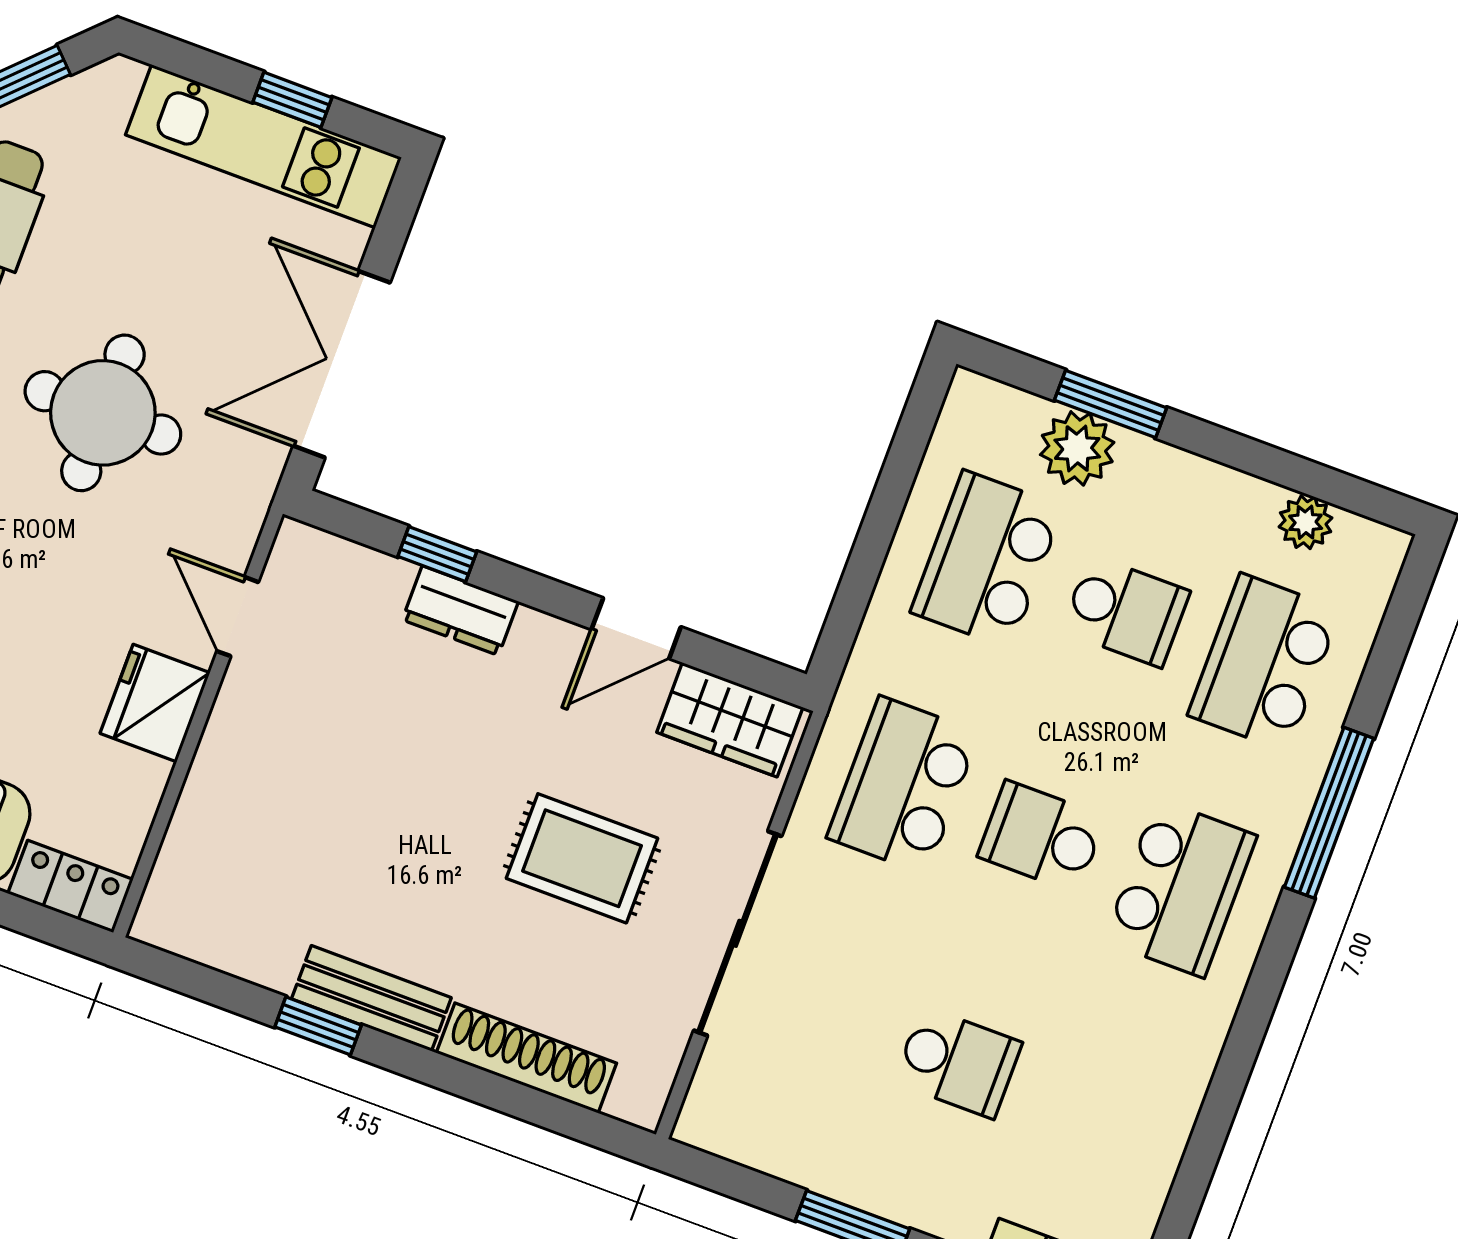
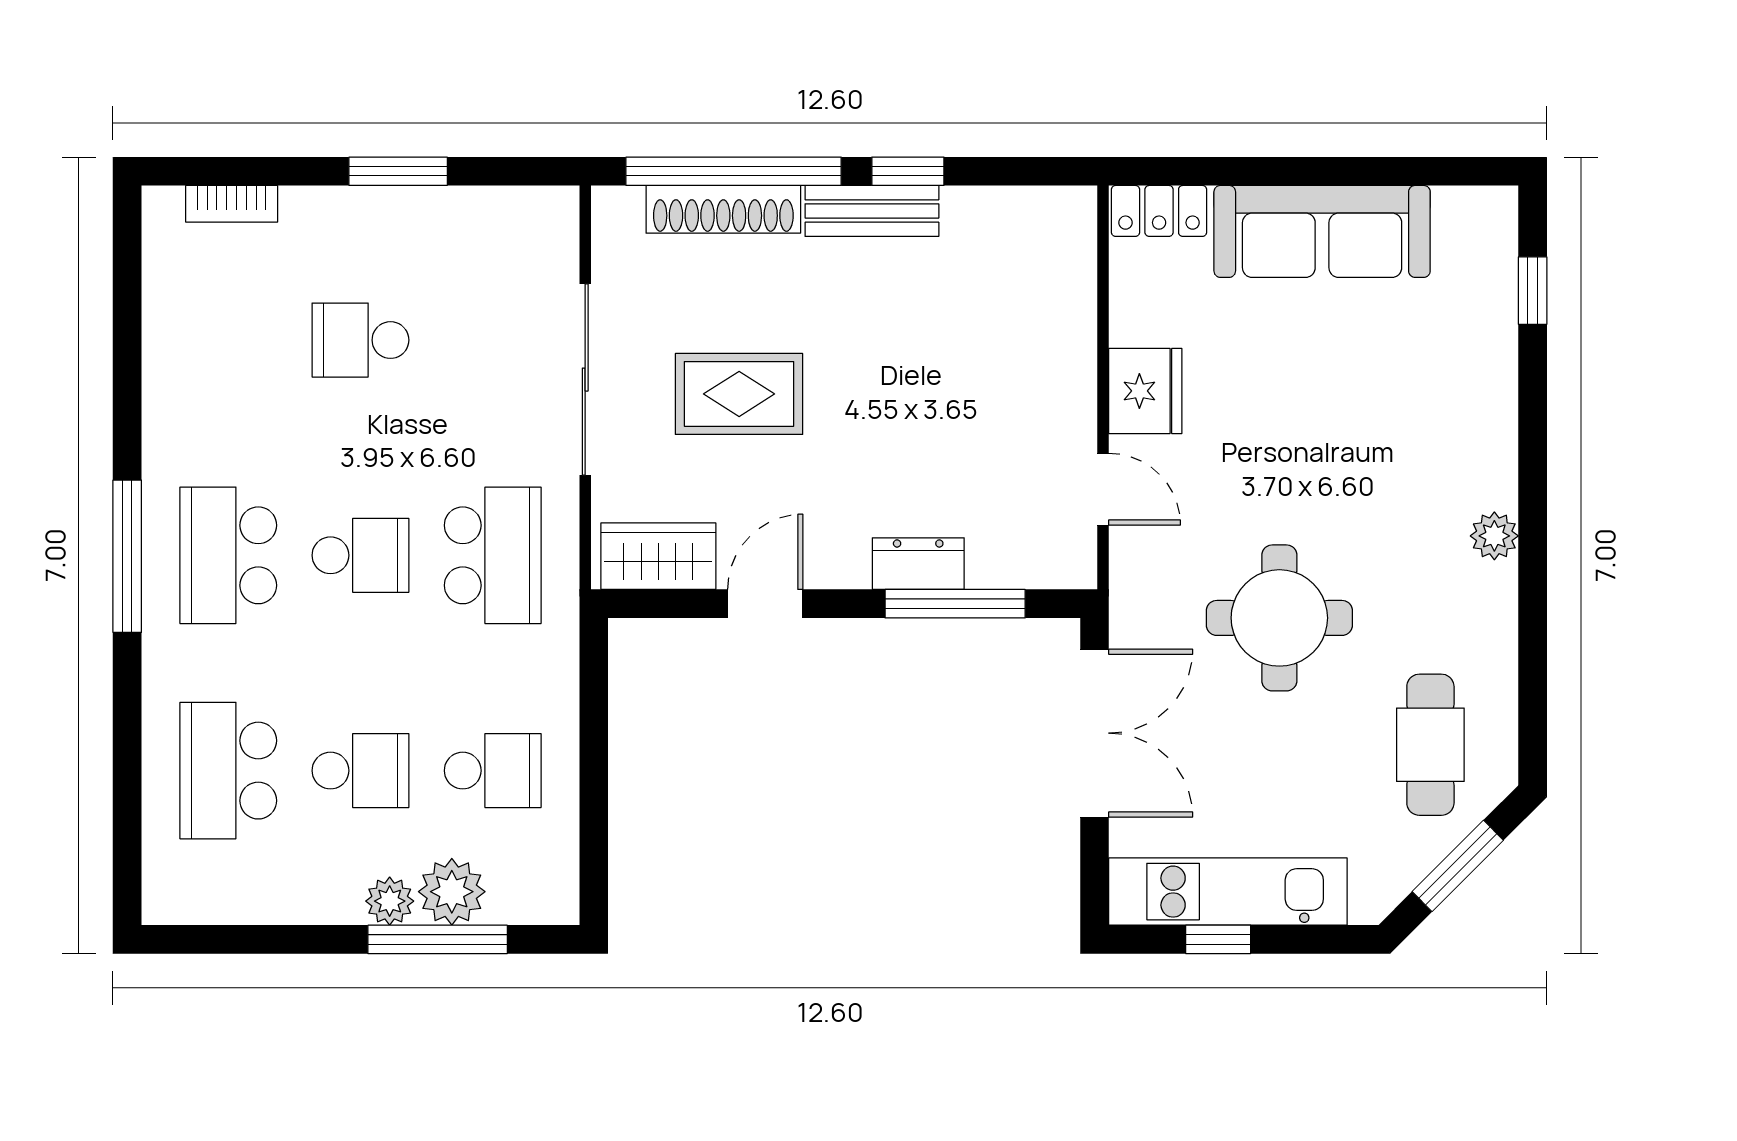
window: (1111, 404) -> (438, 939), width x1.44
plant: (1306, 522) -> (390, 901), moved
window: (437, 554) -> (955, 604), width x2.17
school desk: (987, 560) -> (493, 771), width x0.54
school desk: (1126, 611) -> (360, 771), turned 180
school desk: (1264, 663) -> (228, 771), turned 180
window: (1329, 813) -> (127, 556), moved
window: (501, 1094) -> (734, 171), added

